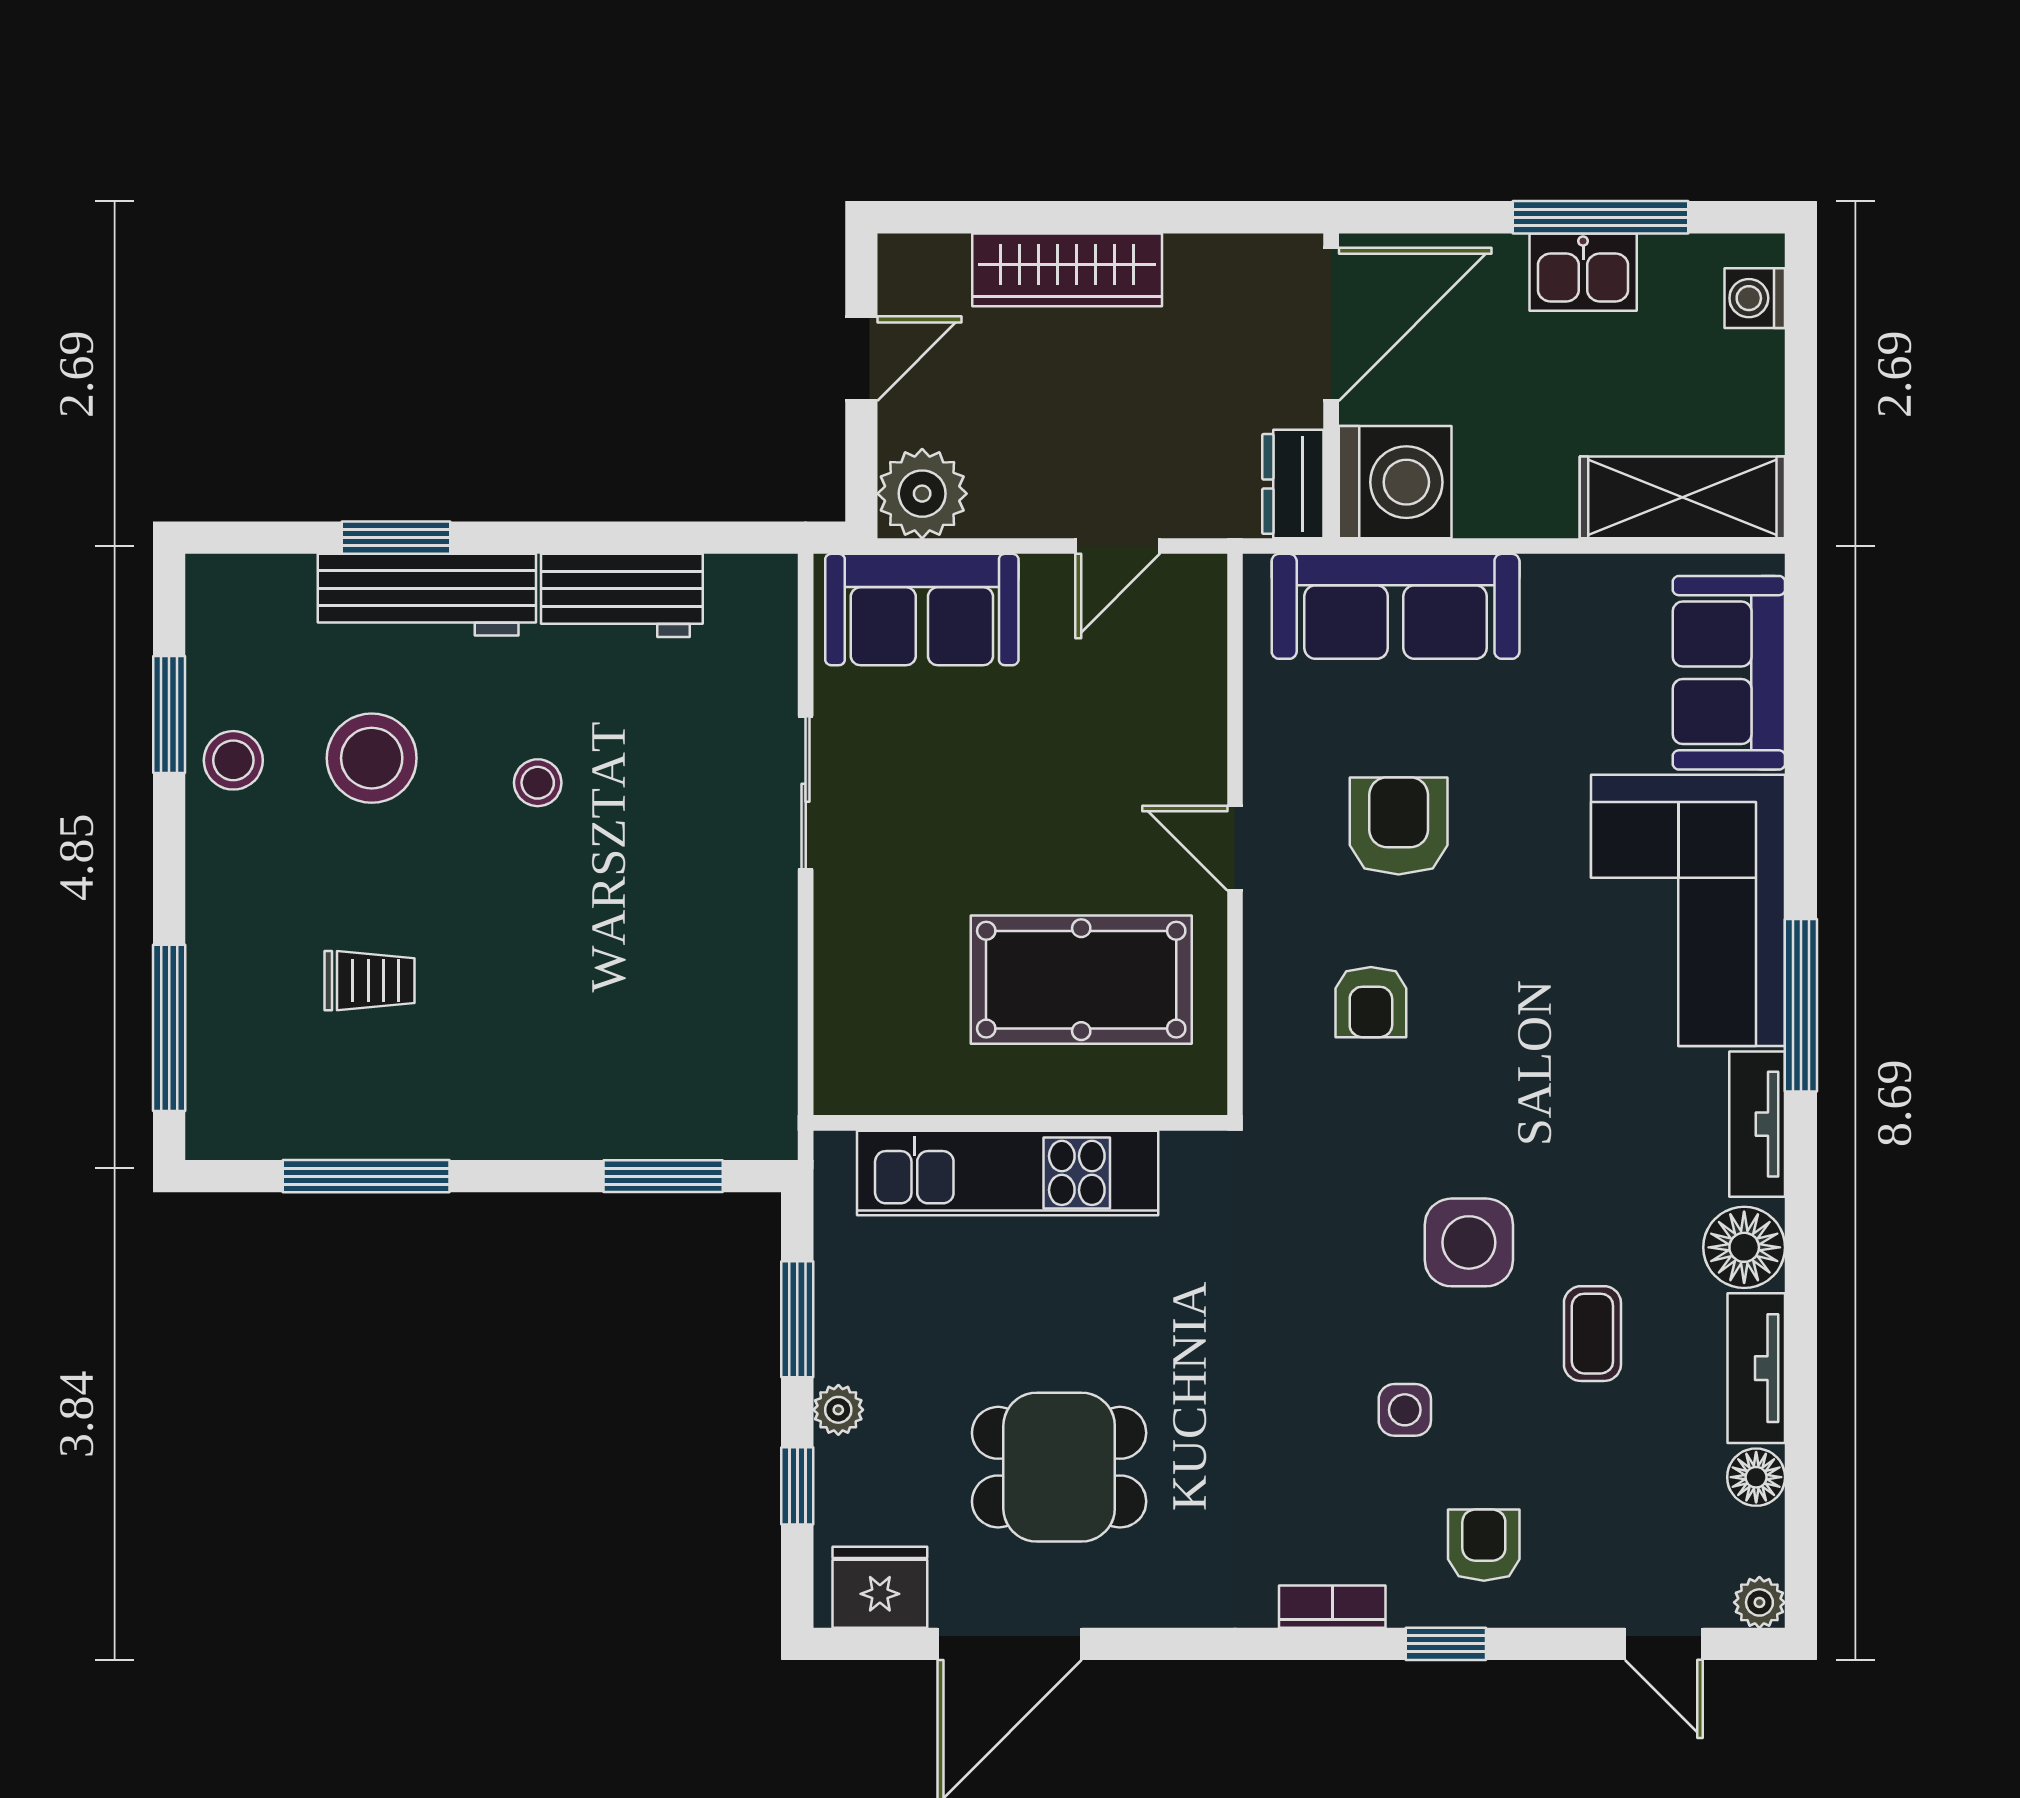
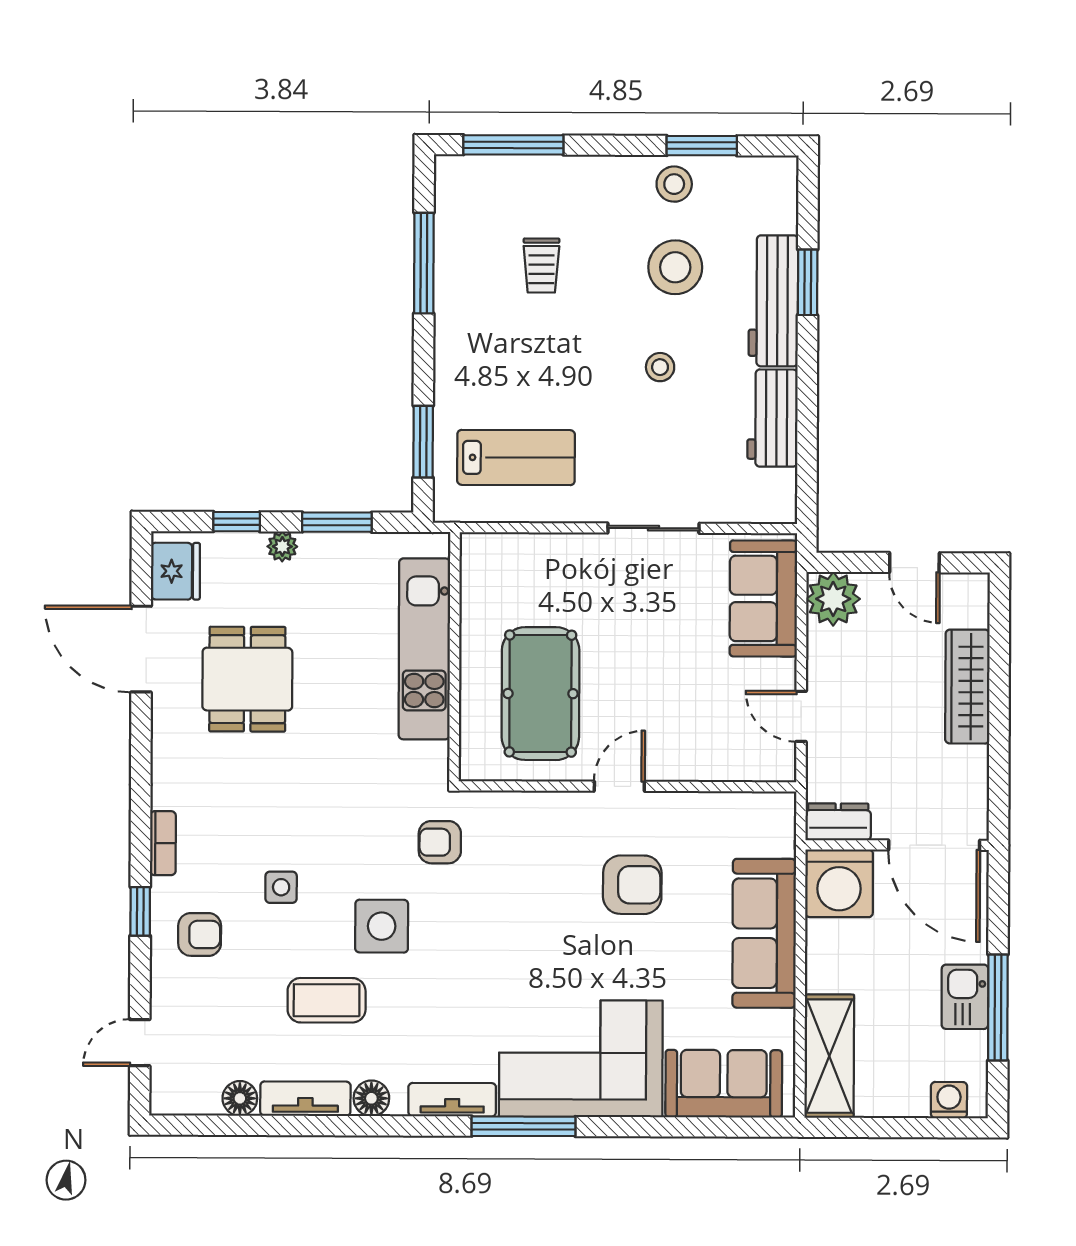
sofa: (1396, 606) -> (764, 933), moved
armchair: (1371, 1002) -> (440, 842), moved
lab bench: (689, 1022) -> (516, 458), added
floor lamp: (1744, 1247) -> (371, 1098), width x0.73, depth x0.73
coffee table: (1592, 1334) -> (327, 1000), width x1.36, depth x1.30
plant: (1759, 1602) -> (165, 1100), removed

